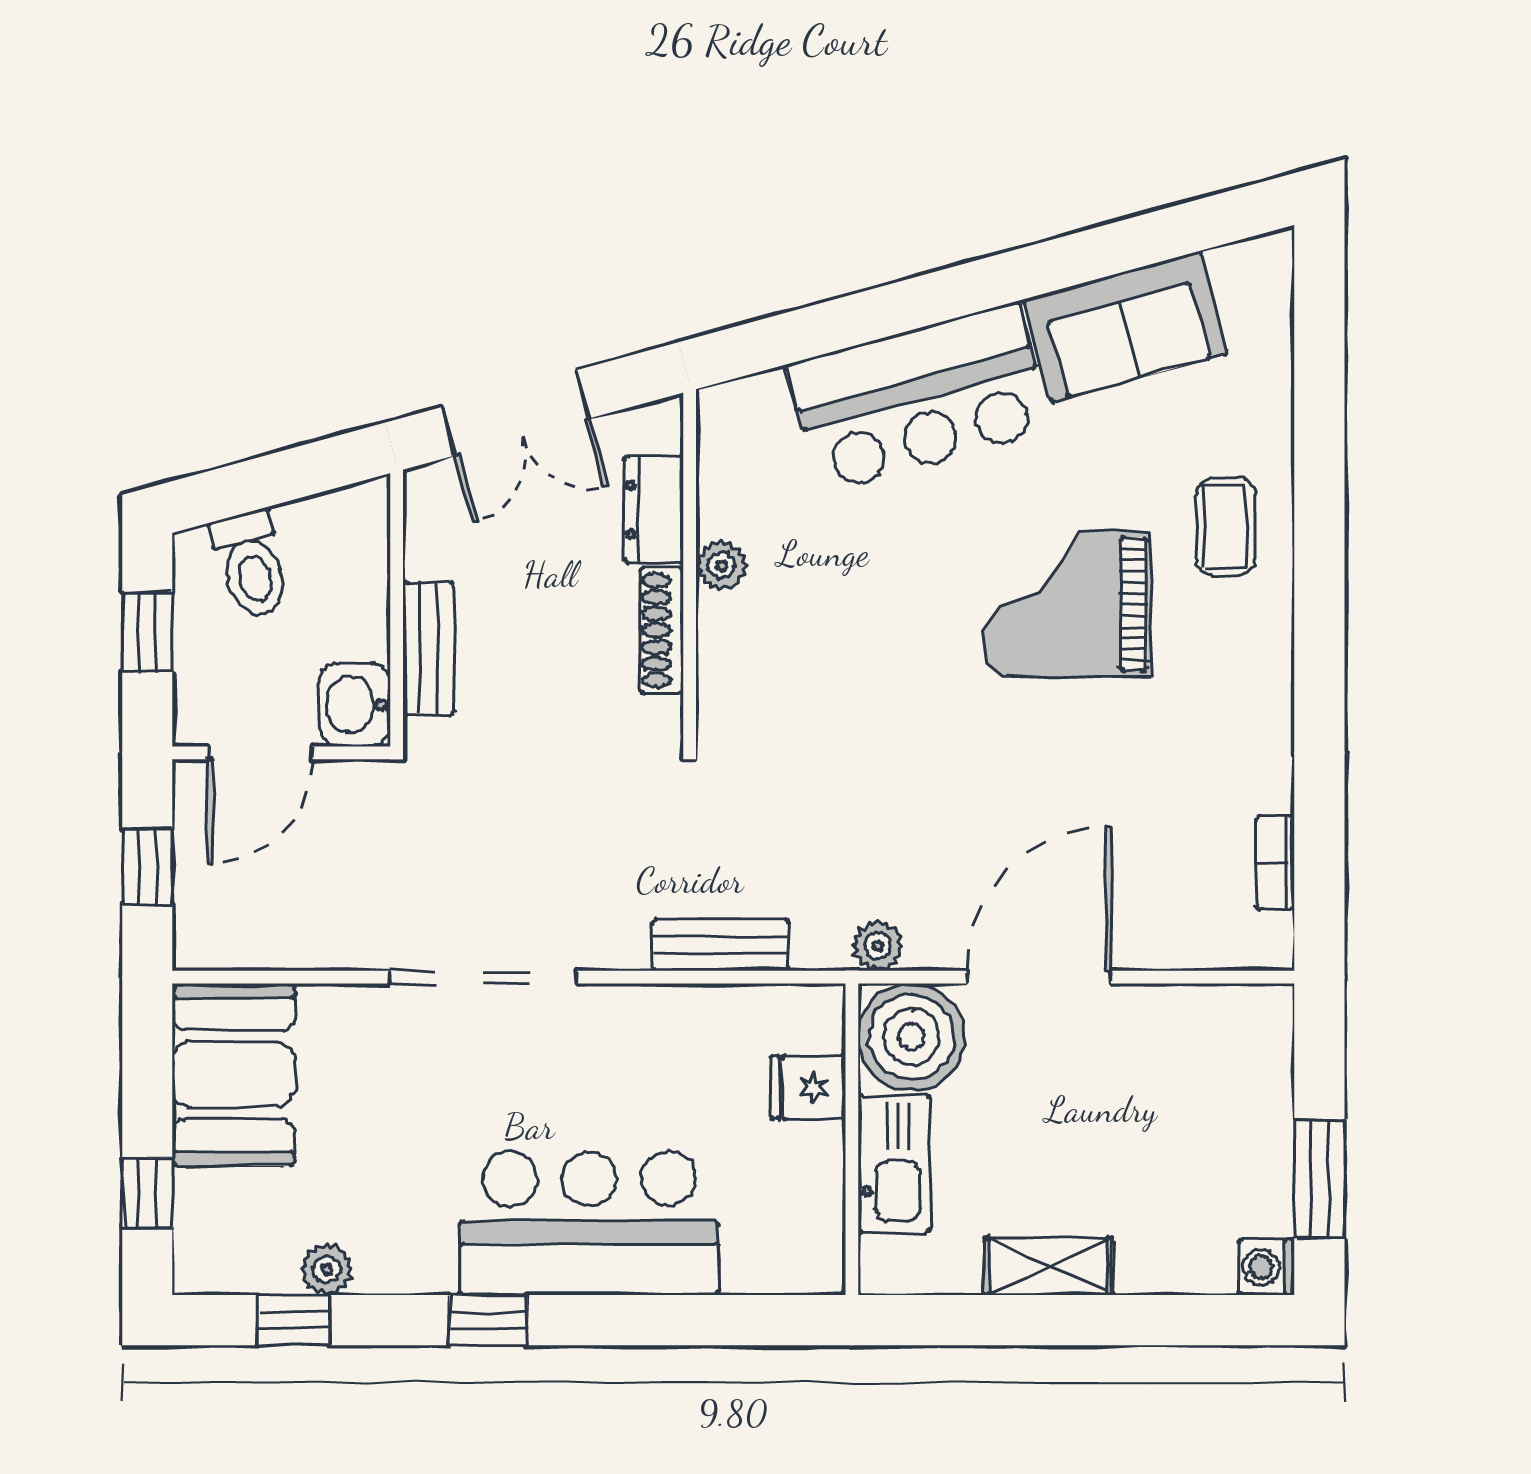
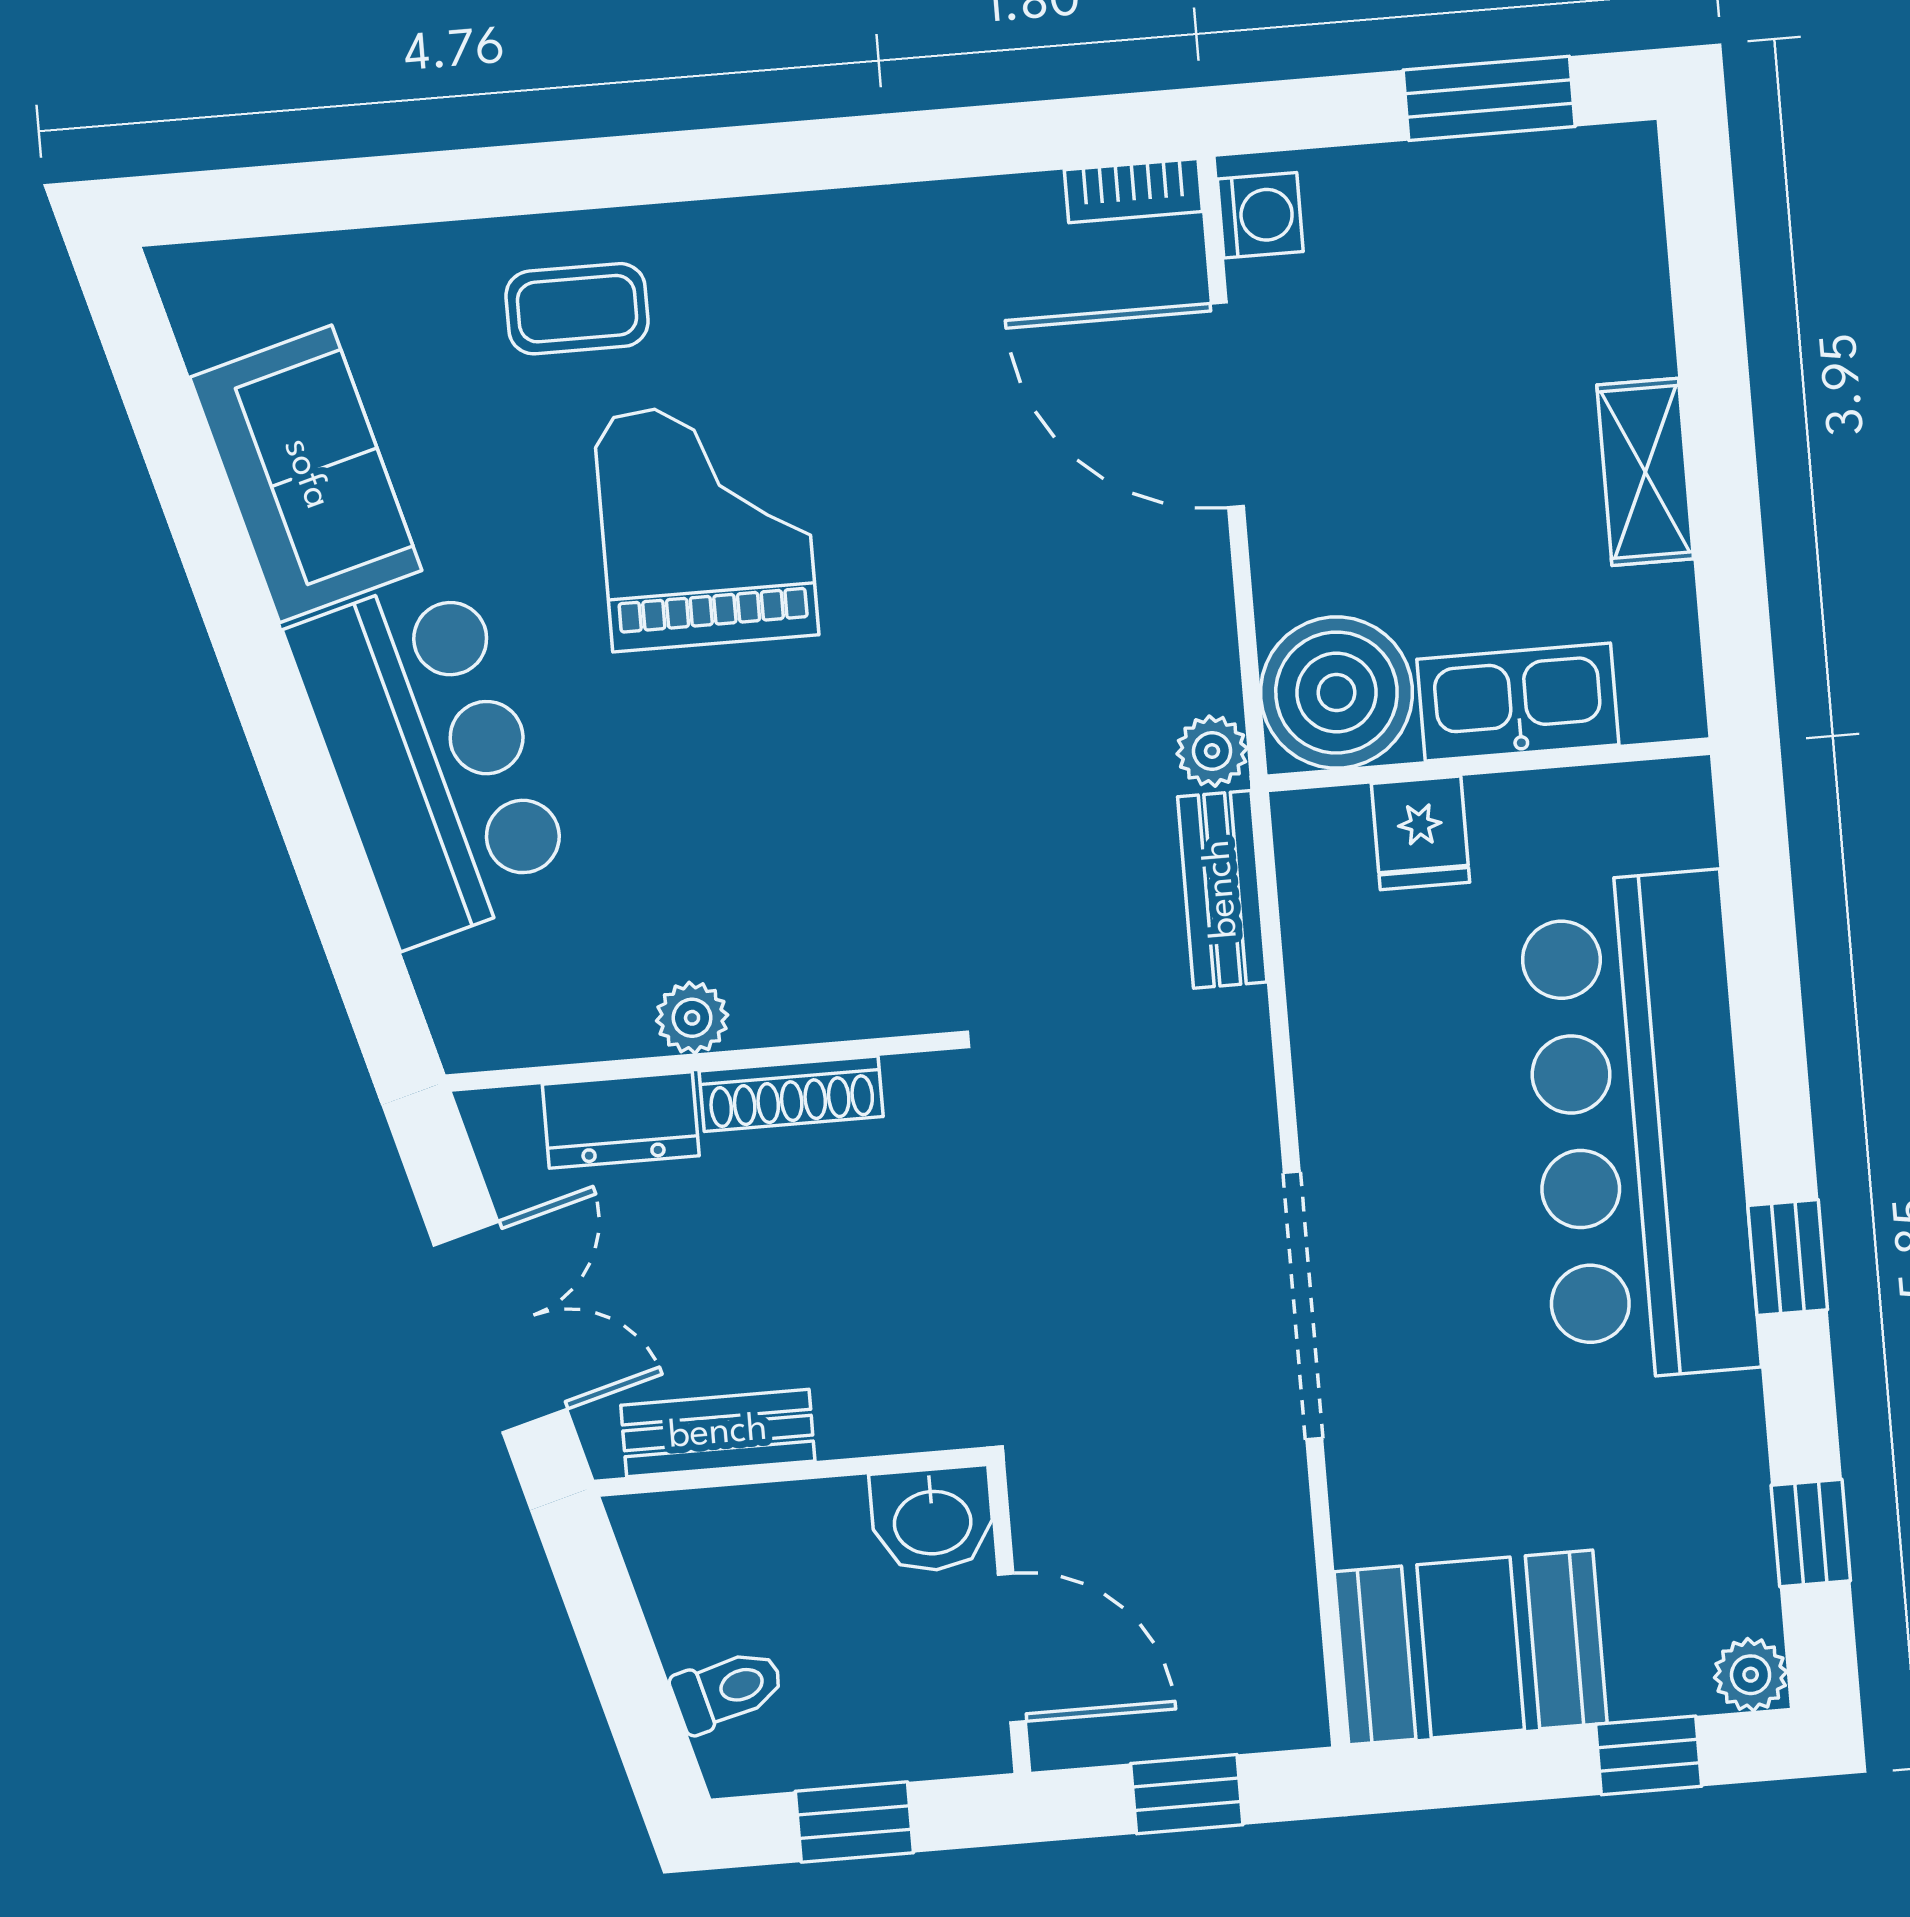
toilet: (251, 565) -> (728, 1690), width x0.73, depth x0.72
grand piano: (1066, 604) -> (706, 525), turned 180
bench: (428, 648) -> (718, 1433), moved
bookcase: (1276, 862) -> (1133, 191), moved
bench: (721, 945) -> (1222, 889), moved
door: (1039, 977) -> (1227, 405), moved
bar counter: (589, 1223) -> (1639, 1126), width x1.36
washing machine: (1266, 1267) -> (1260, 215), moved, turned -90
plant: (327, 1270) -> (1751, 1675), moved

